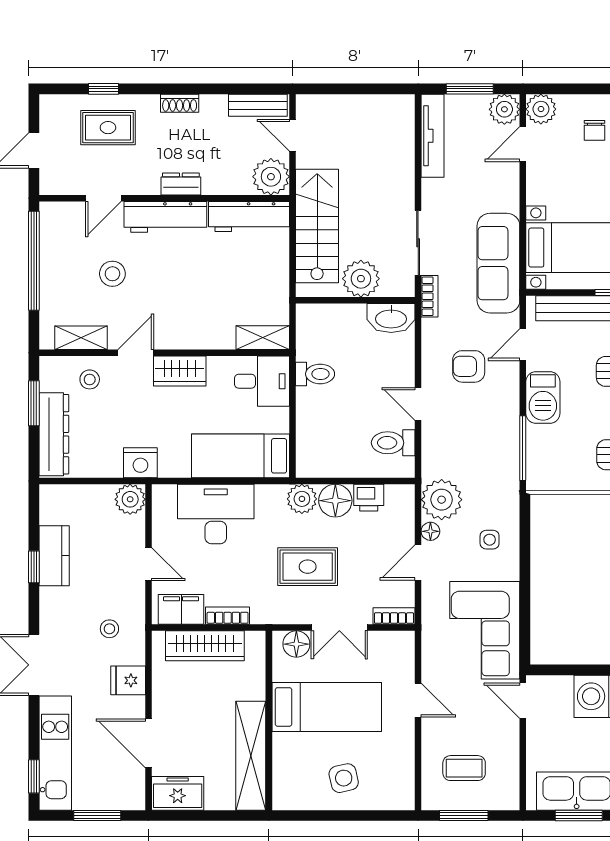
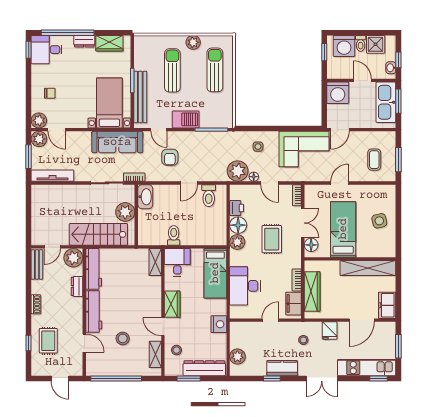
dresser: (181, 184) -> (77, 286), moved
plant: (130, 499) -> (237, 357), moved
kitchen counter: (54, 556) -> (282, 368), moved

